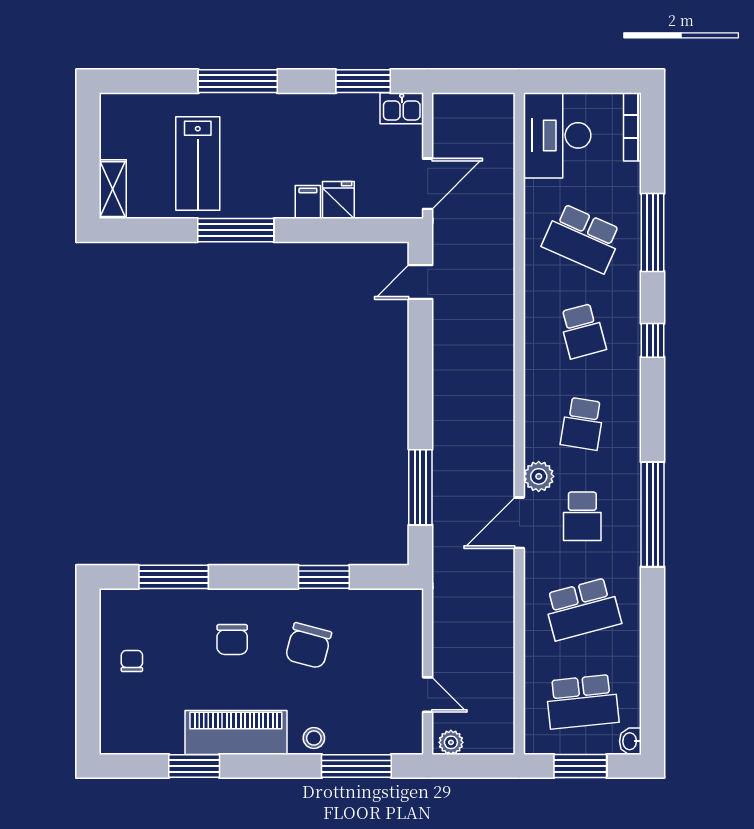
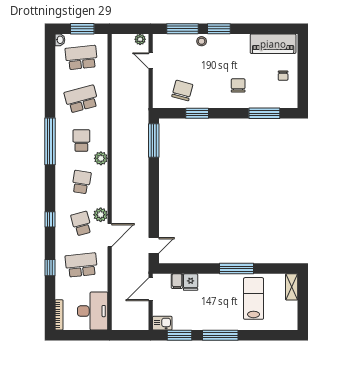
window: (238, 81) -> (220, 335), moved
filing cabinet: (308, 202) -> (177, 281), moved
window: (653, 232) -> (50, 268), width x0.46
school desk: (582, 238) -> (81, 265), turned -30
plant: (539, 351) -> (101, 215), added
window: (420, 487) -> (154, 141), moved
door: (519, 523) -> (110, 235), moved
chair: (308, 646) -> (182, 91), moved
piano: (236, 732) -> (273, 44), moved
window: (194, 766) -> (219, 29), moved

